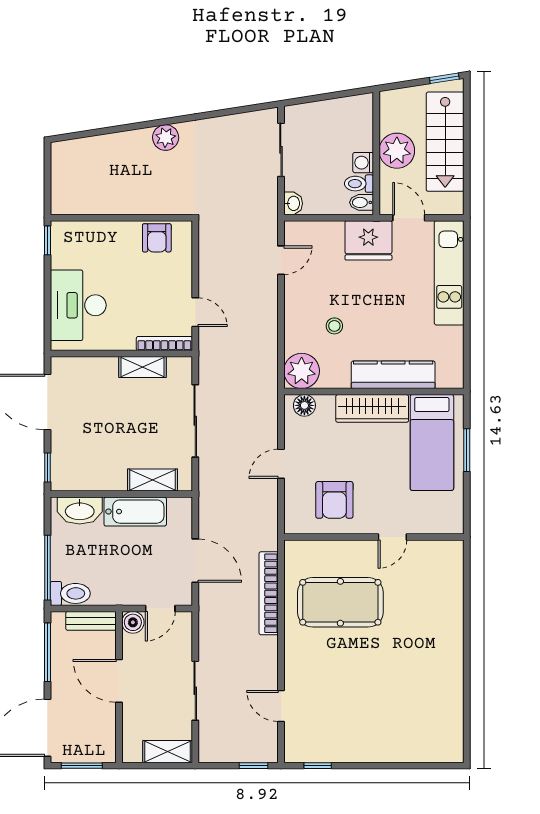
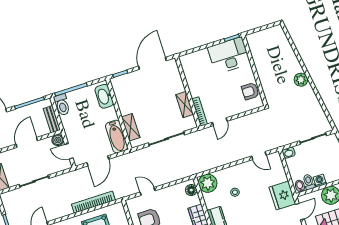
desk: (78, 305) -> (229, 55), moved
door: (281, 464) -> (148, 191), moved
bathtub: (135, 512) -> (117, 136), moved

